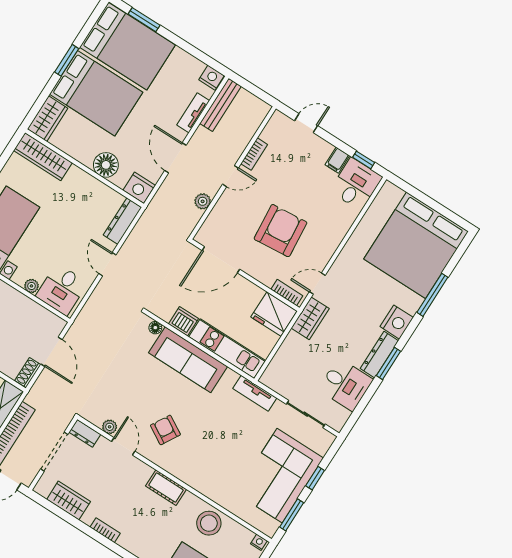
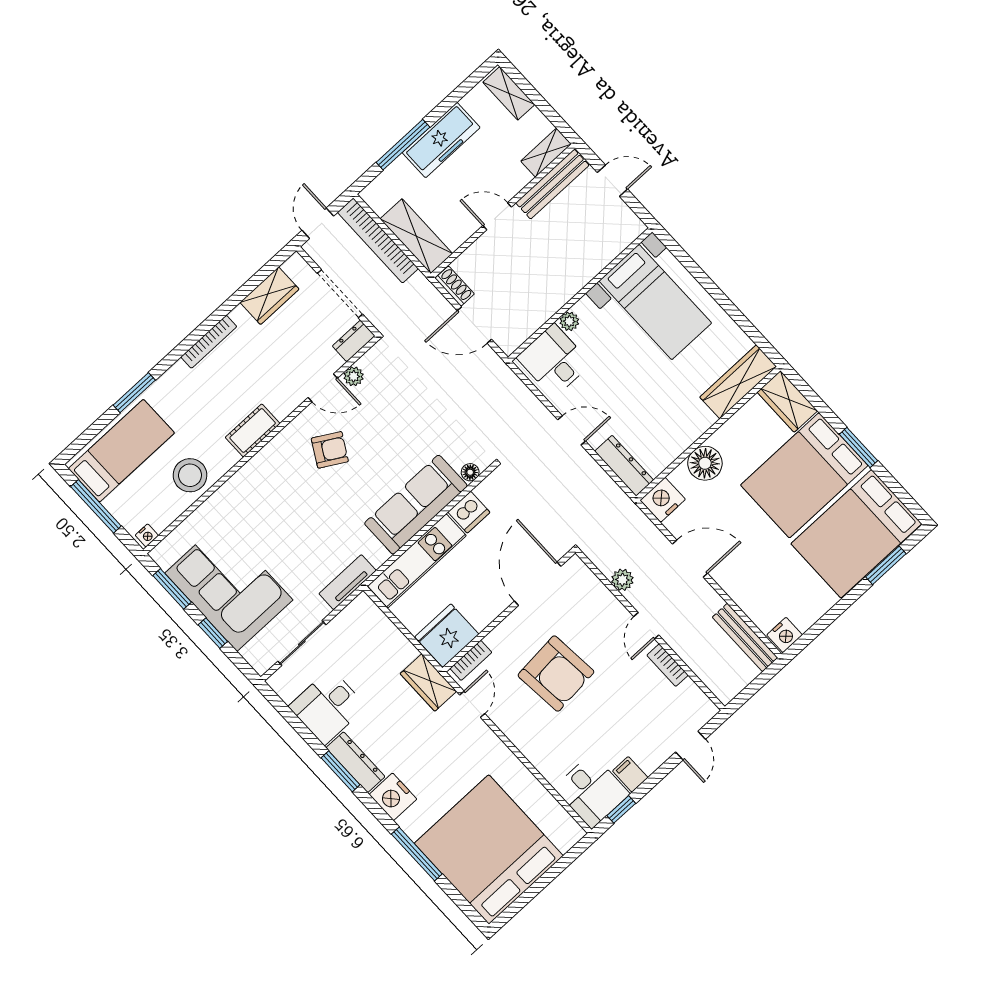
tv unit: (193, 113) -> (744, 598), removed
bookcase: (105, 530) -> (209, 342), width x1.56

